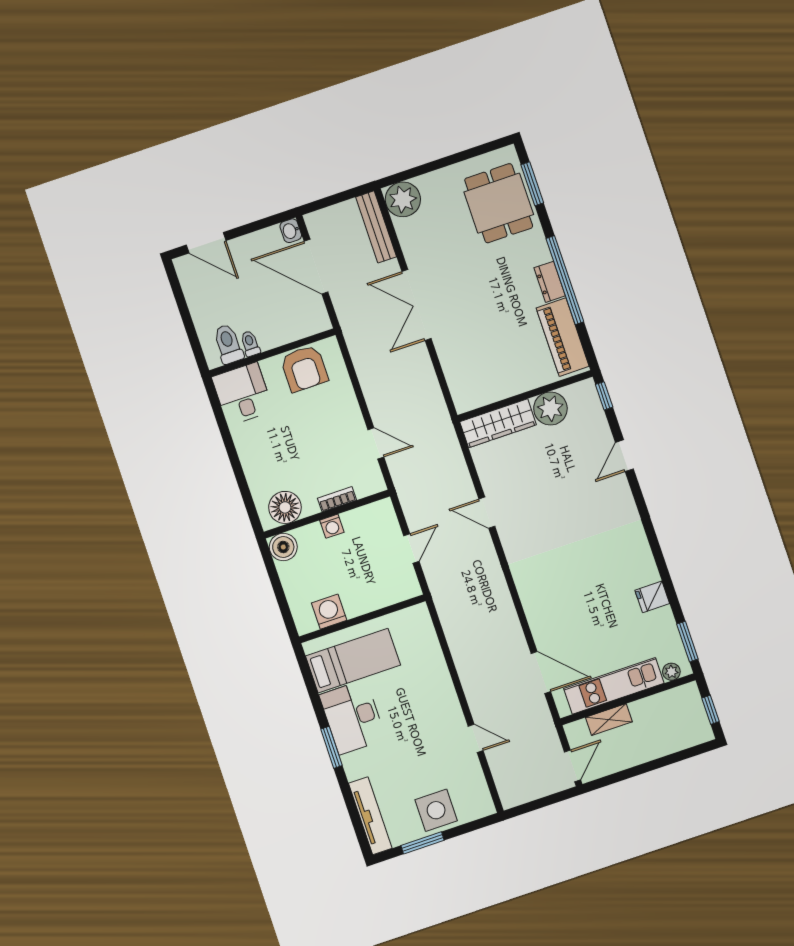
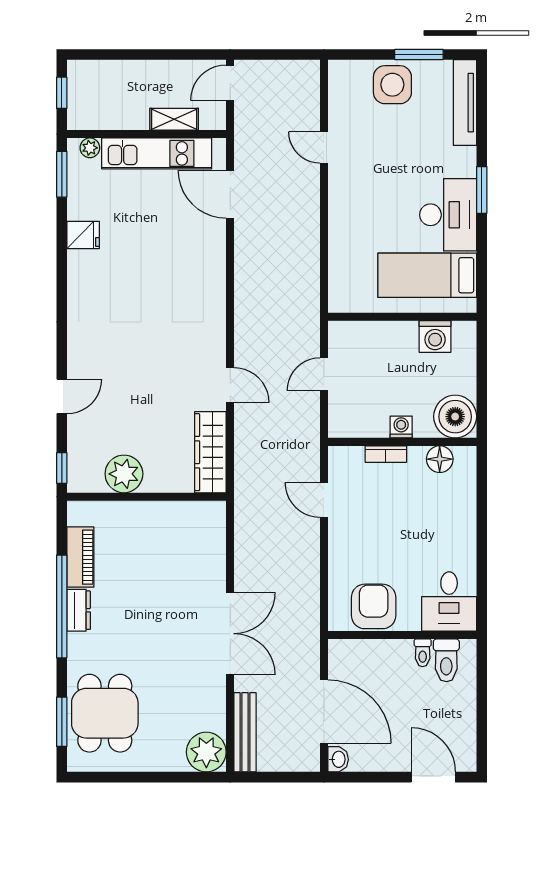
piano: (563, 337) -> (80, 557), width x0.73, depth x0.75
wardrobe: (498, 423) -> (210, 452), moved, turned -90
floor lamp: (285, 507) -> (440, 459), width x0.73, depth x0.73
boiler: (283, 547) -> (455, 417), width x1.37, depth x1.37

